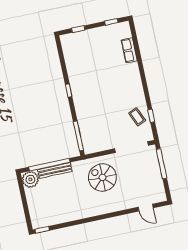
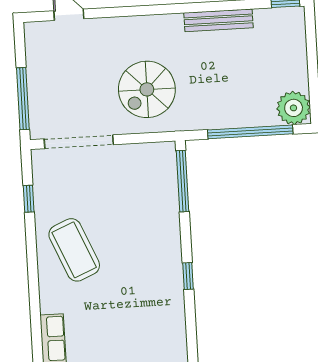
coffee table: (137, 117) -> (74, 250), moved, width x1.86, depth x1.72
bench: (55, 171) -> (219, 20), moved
spiral stairs: (102, 177) -> (147, 89), turned 90

